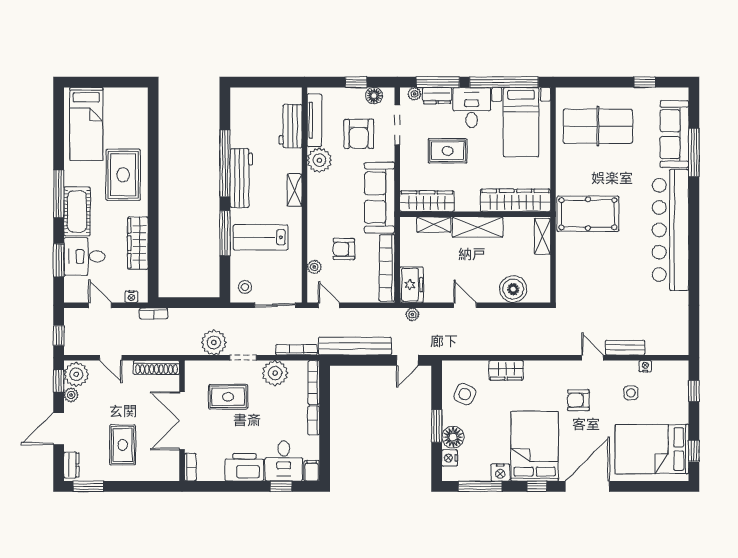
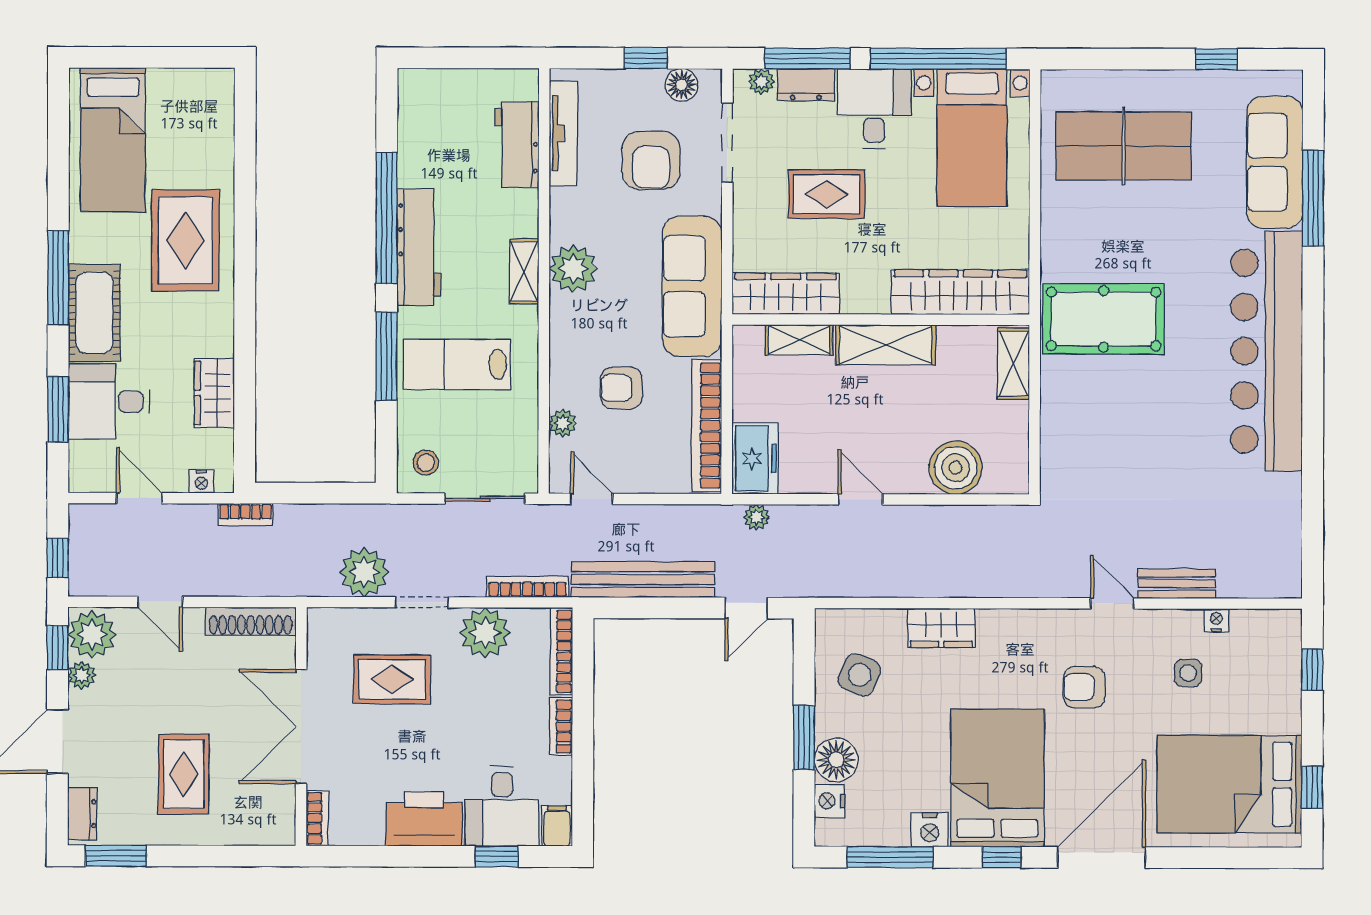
plant: (319, 160) -> (573, 269), moved
wardrobe: (138, 243) -> (214, 393), width x0.67

